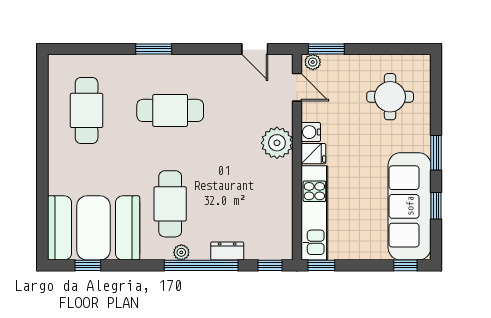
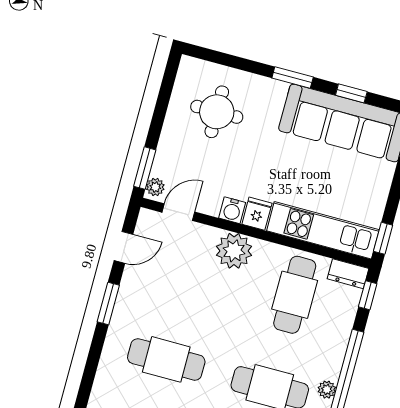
window: (154, 49) -> (108, 304), moved
cafe table: (170, 110) -> (166, 359), turned 90
cafe table: (254, 204) -> (295, 295), added
dresser: (227, 251) -> (348, 274), moved, turned -90

